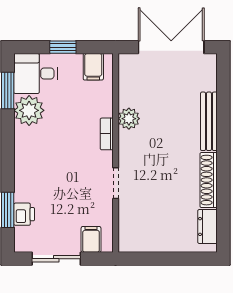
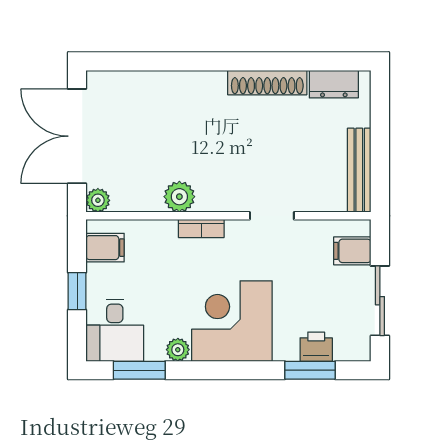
plant: (126, 62) -> (98, 200), added
plant: (29, 110) -> (178, 350), width x0.53, depth x0.53
bench: (209, 121) -> (359, 170), moved, turned 90
corner desk: (42, 155) -> (232, 321), added

